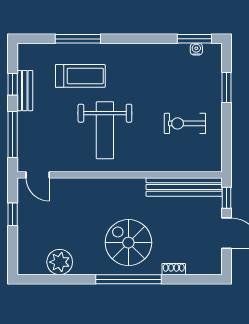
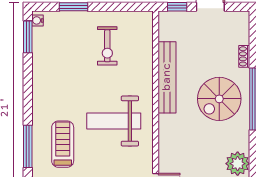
water cooler: (196, 49) -> (37, 20), moved
weight bench: (105, 130) -> (114, 121), turned 180
bench: (184, 187) -> (167, 77), moved

